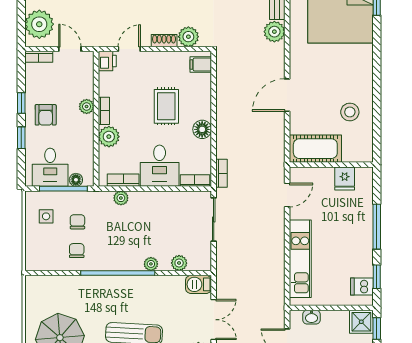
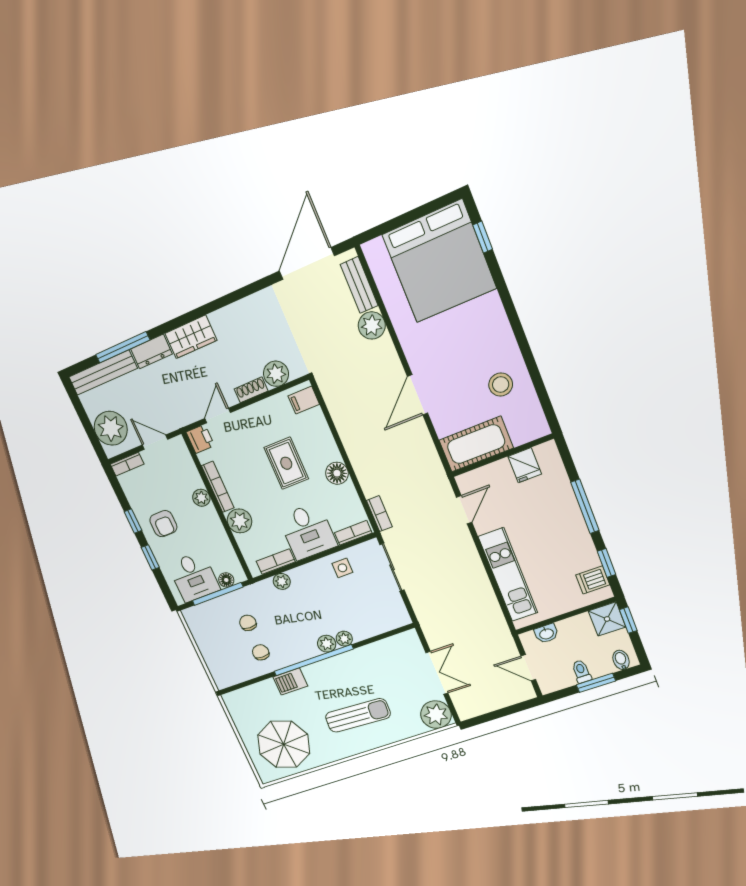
bookcase: (104, 111) -> (218, 487), width x1.56
side table: (46, 216) -> (342, 568), moved
plant: (179, 263) -> (327, 644), moved
barbecue: (199, 284) -> (290, 681), moved

